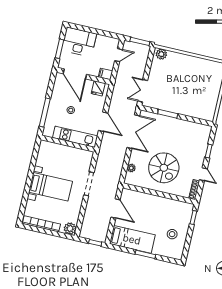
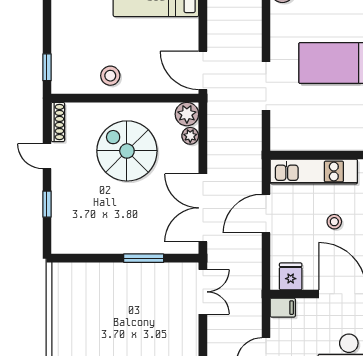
door: (103, 122) -> (266, 214), hinge flipped
plant: (130, 179) -> (187, 114), added
door: (115, 208) -> (203, 70), moved
stool: (172, 234) -> (110, 76), moved

